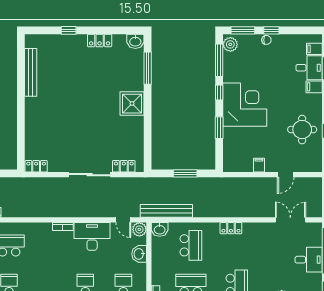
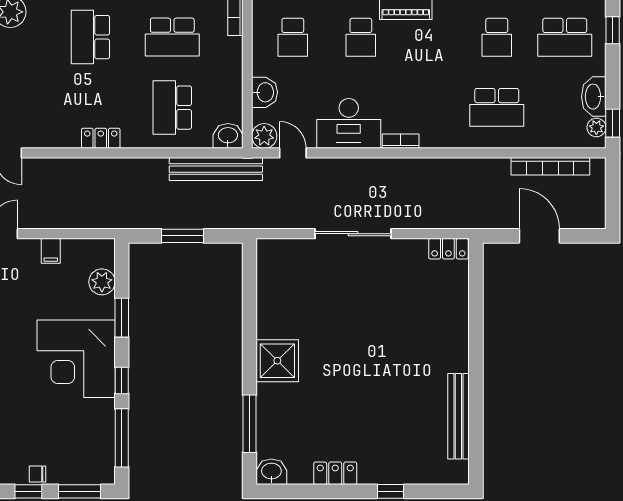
plant: (230, 44) -> (102, 282), moved
locker: (124, 166) -> (292, 249), removed

